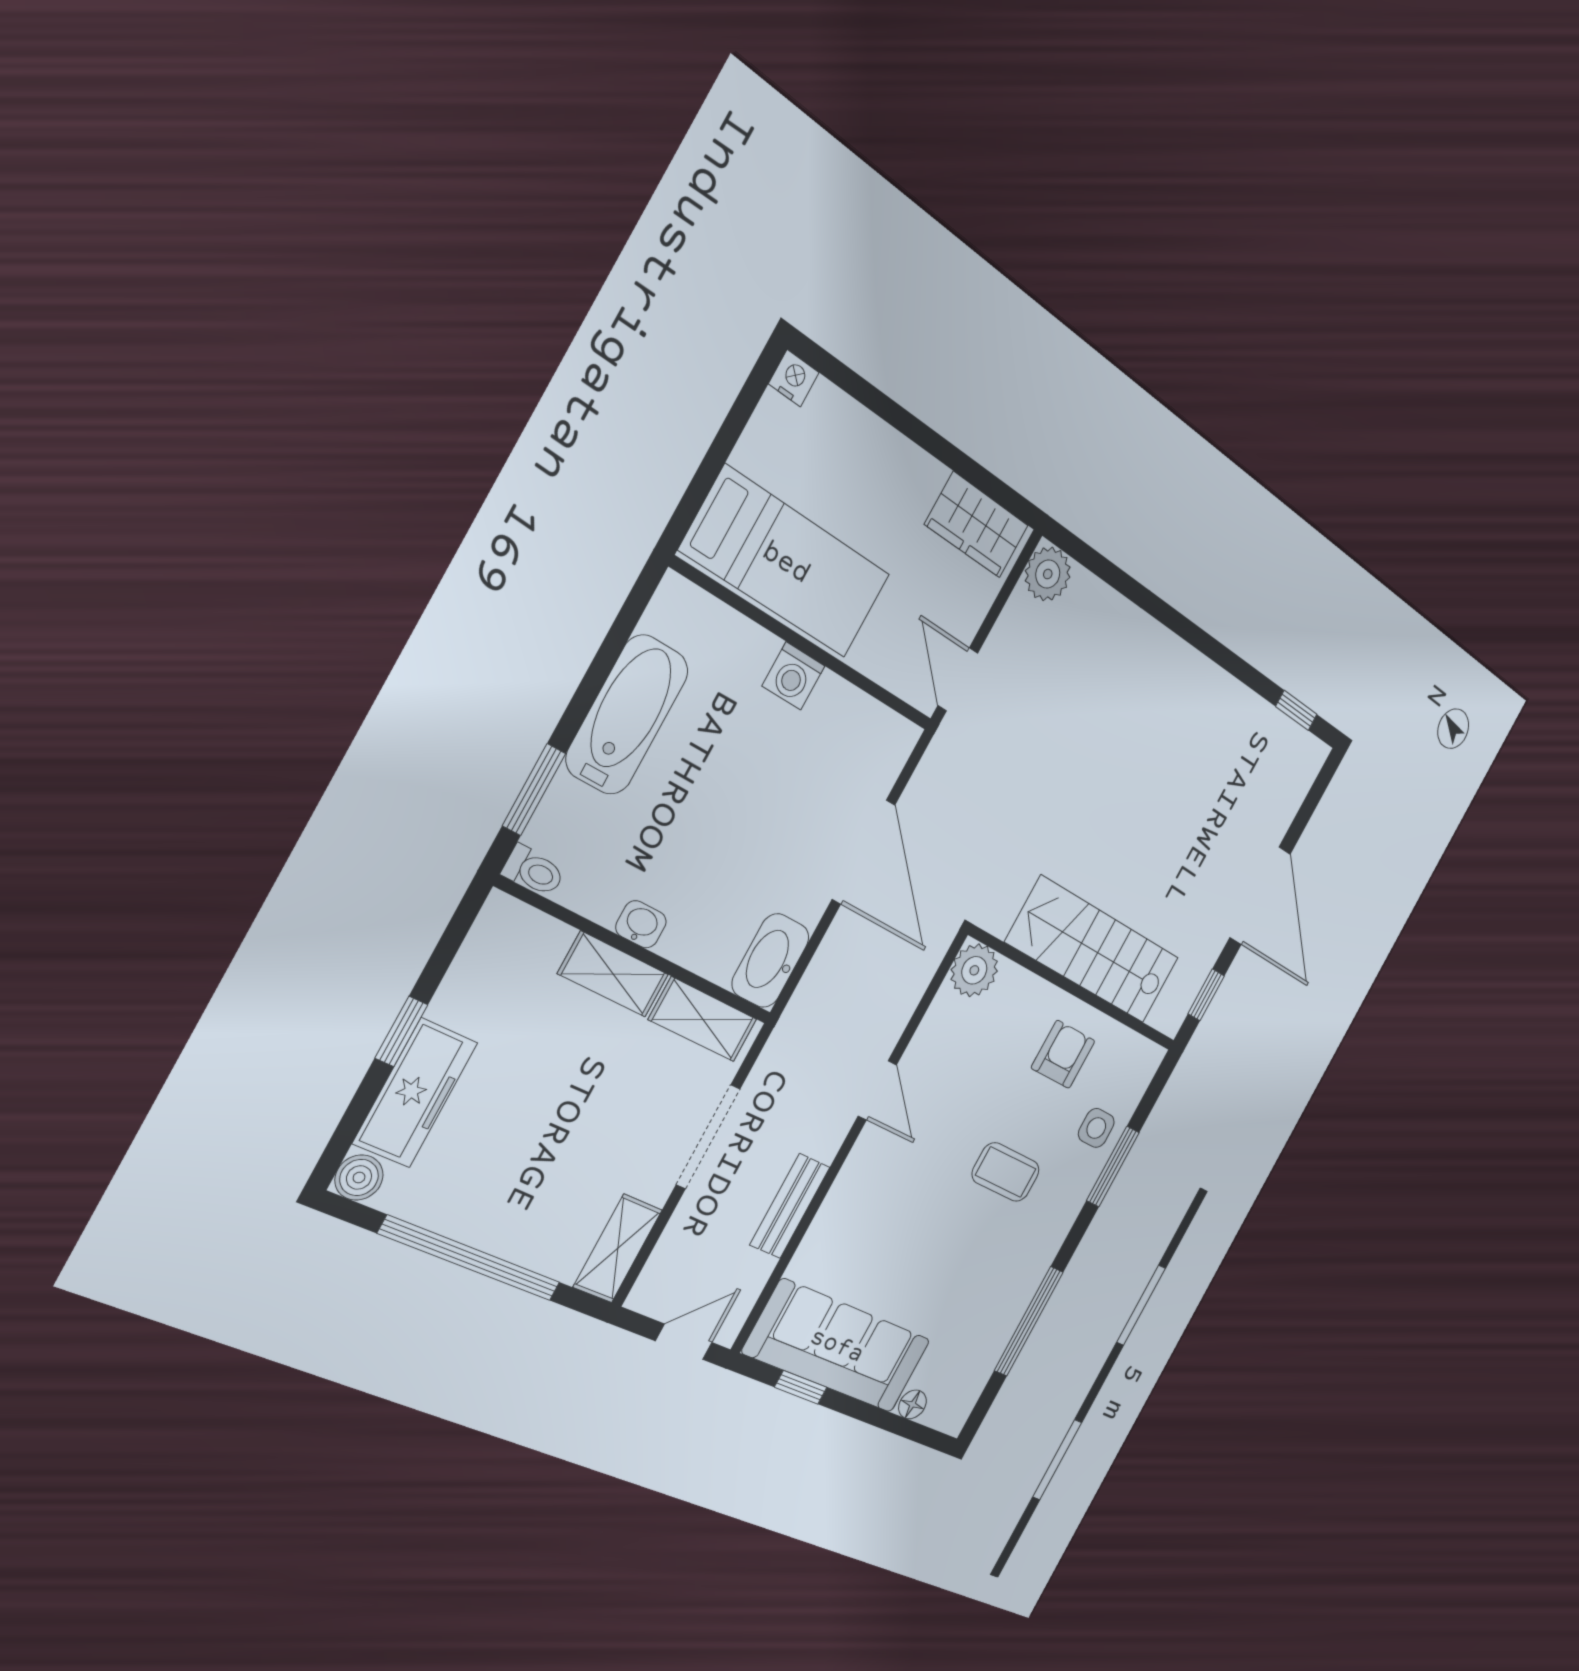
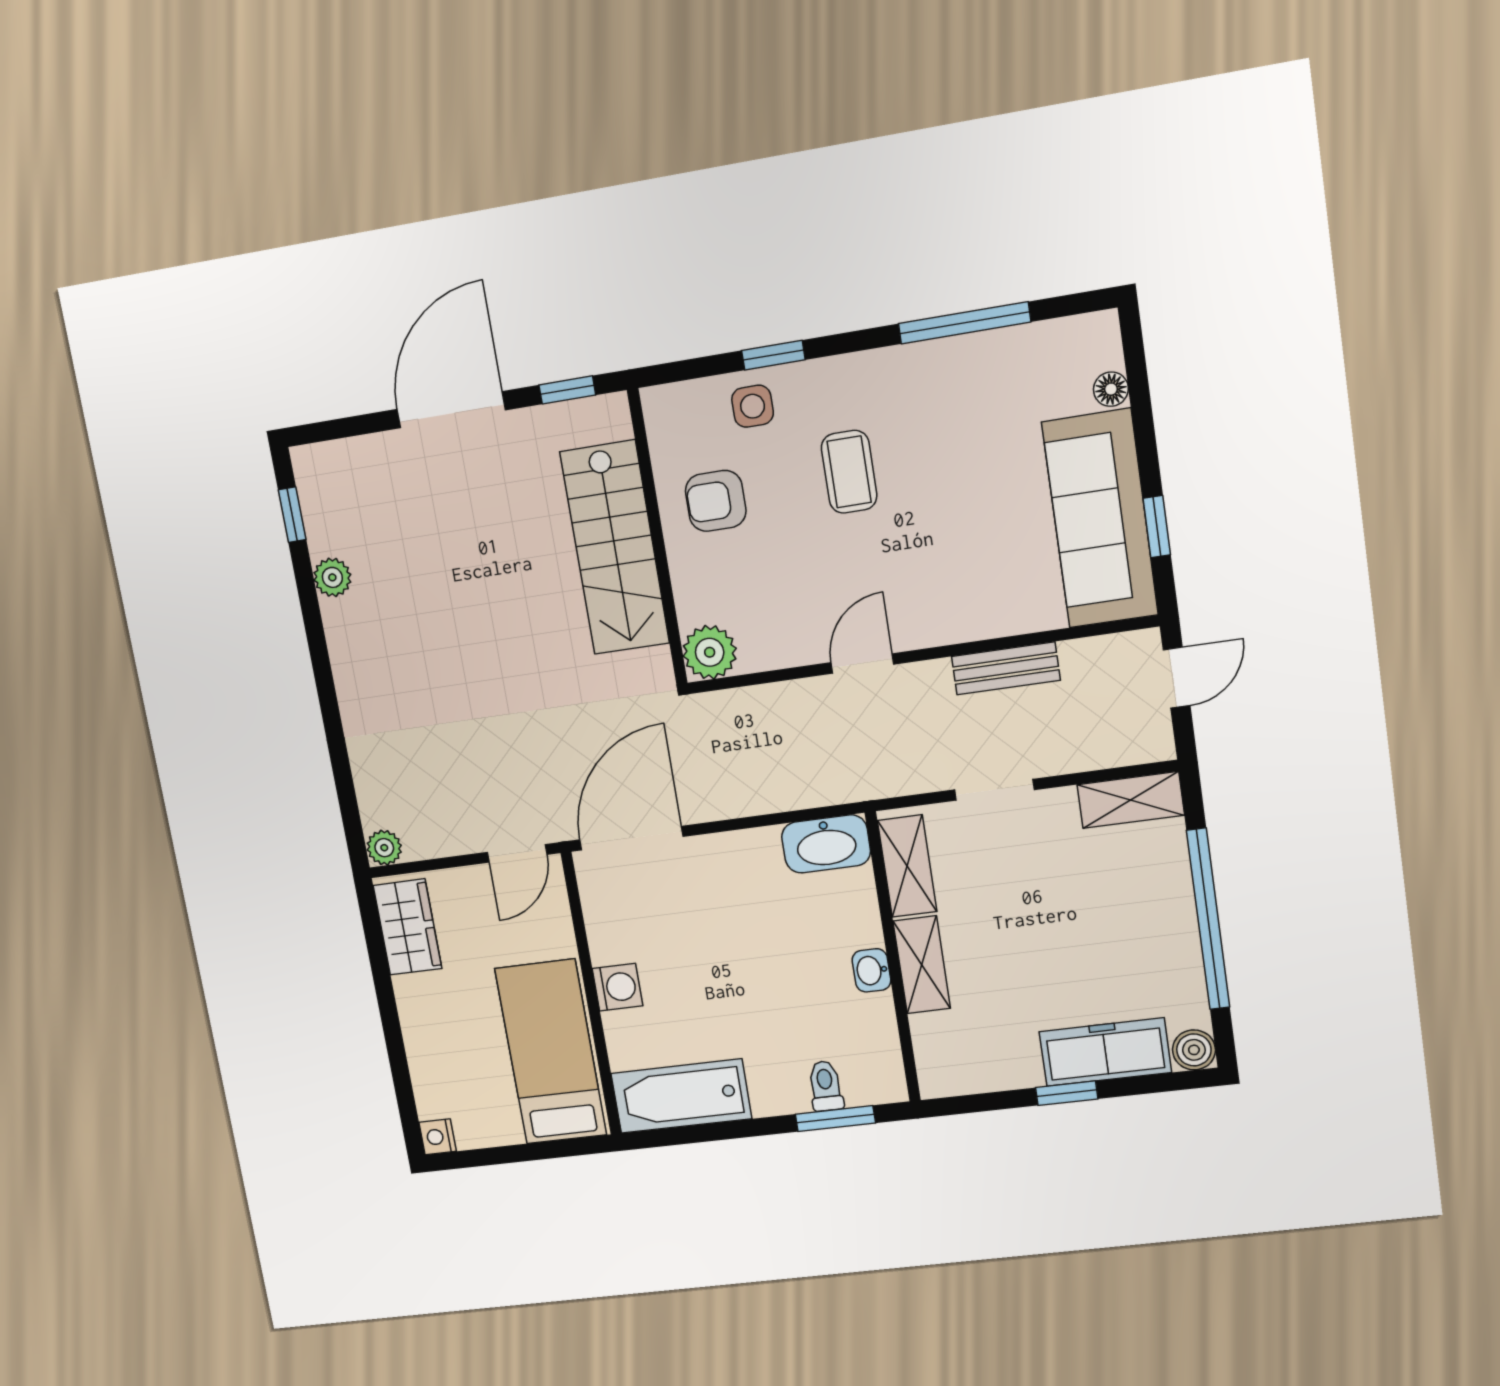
plant: (1048, 574) -> (384, 848), width x0.73, depth x0.73
plant: (1240, 704) -> (332, 577), added
bathtub: (627, 715) -> (681, 1096), moved
door: (863, 852) -> (631, 838), moved
toilet: (534, 871) -> (826, 1086), moved
doorway: (708, 1137) -> (994, 790), width x0.73
window: (1113, 1167) -> (773, 355), width x0.67
door: (684, 1342) -> (1177, 678), swing flipped

